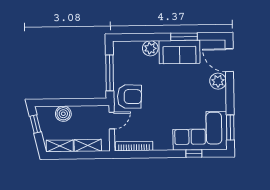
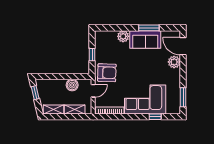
window: (110, 73) -> (92, 55), width x0.46
boiler: (63, 114) -> (72, 85), moved
corner sofa: (200, 131) -> (145, 99), moved

